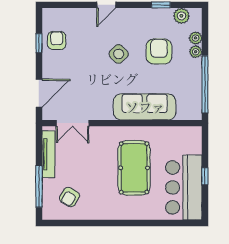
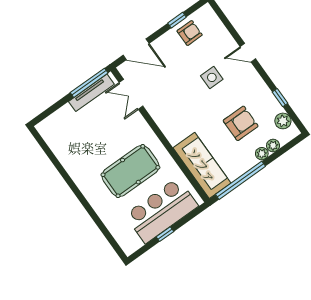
side table: (119, 54) -> (212, 77), moved, turned 45
sofa: (145, 107) -> (202, 165), moved
window: (39, 186) -> (89, 83), moved
bar counter: (184, 187) -> (162, 210), moved
armchair: (69, 197) -> (69, 135), removed

